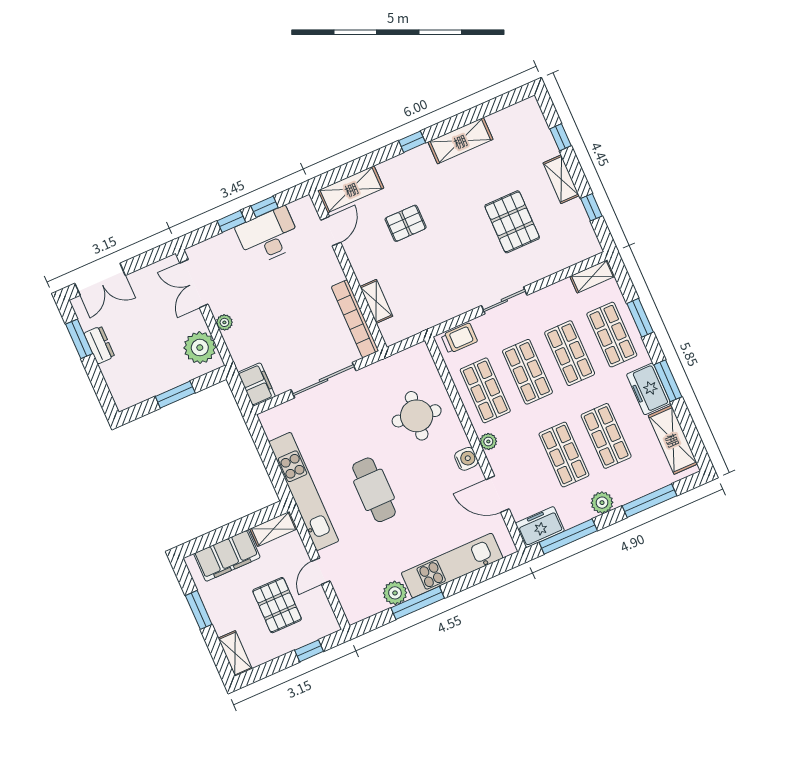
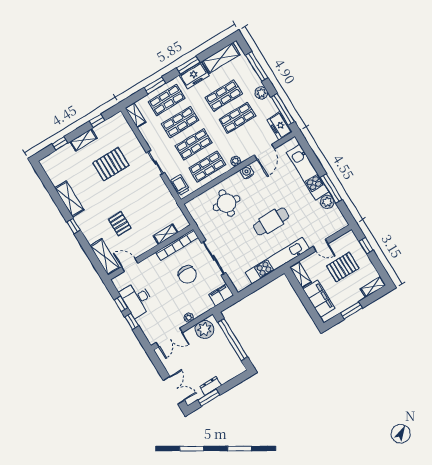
chair: (300, 330) -> (187, 274), added
window: (175, 395) -> (233, 340), width x2.11

